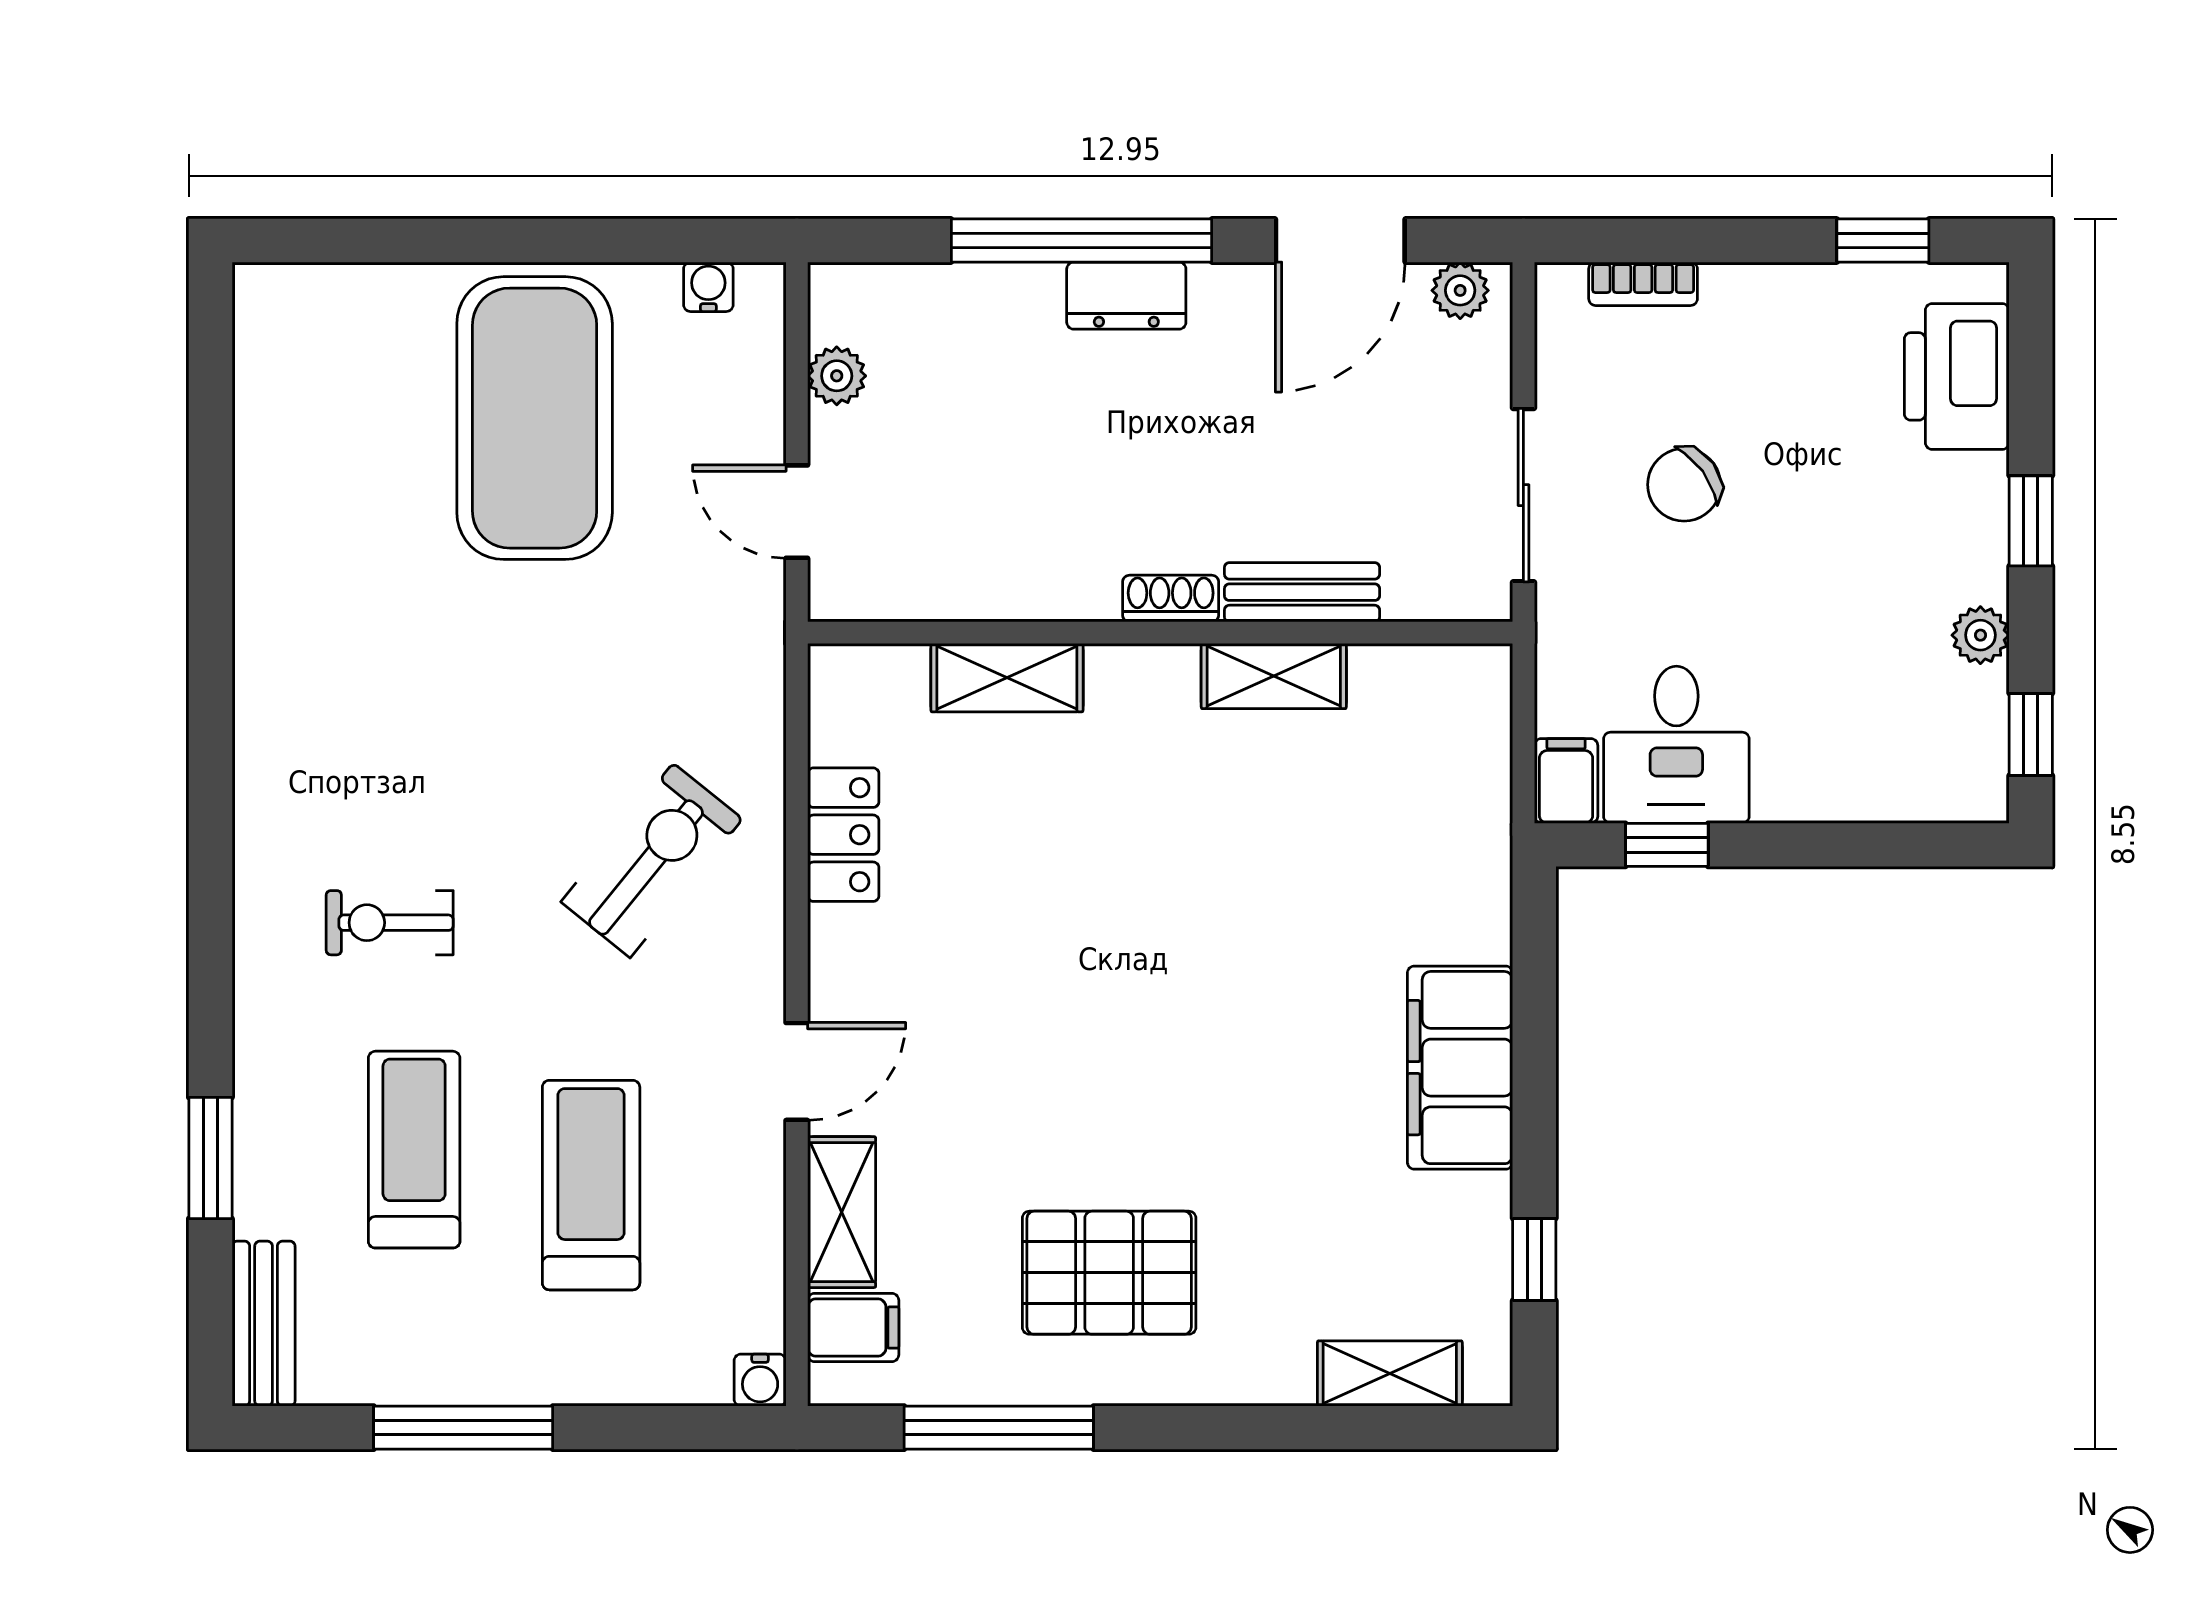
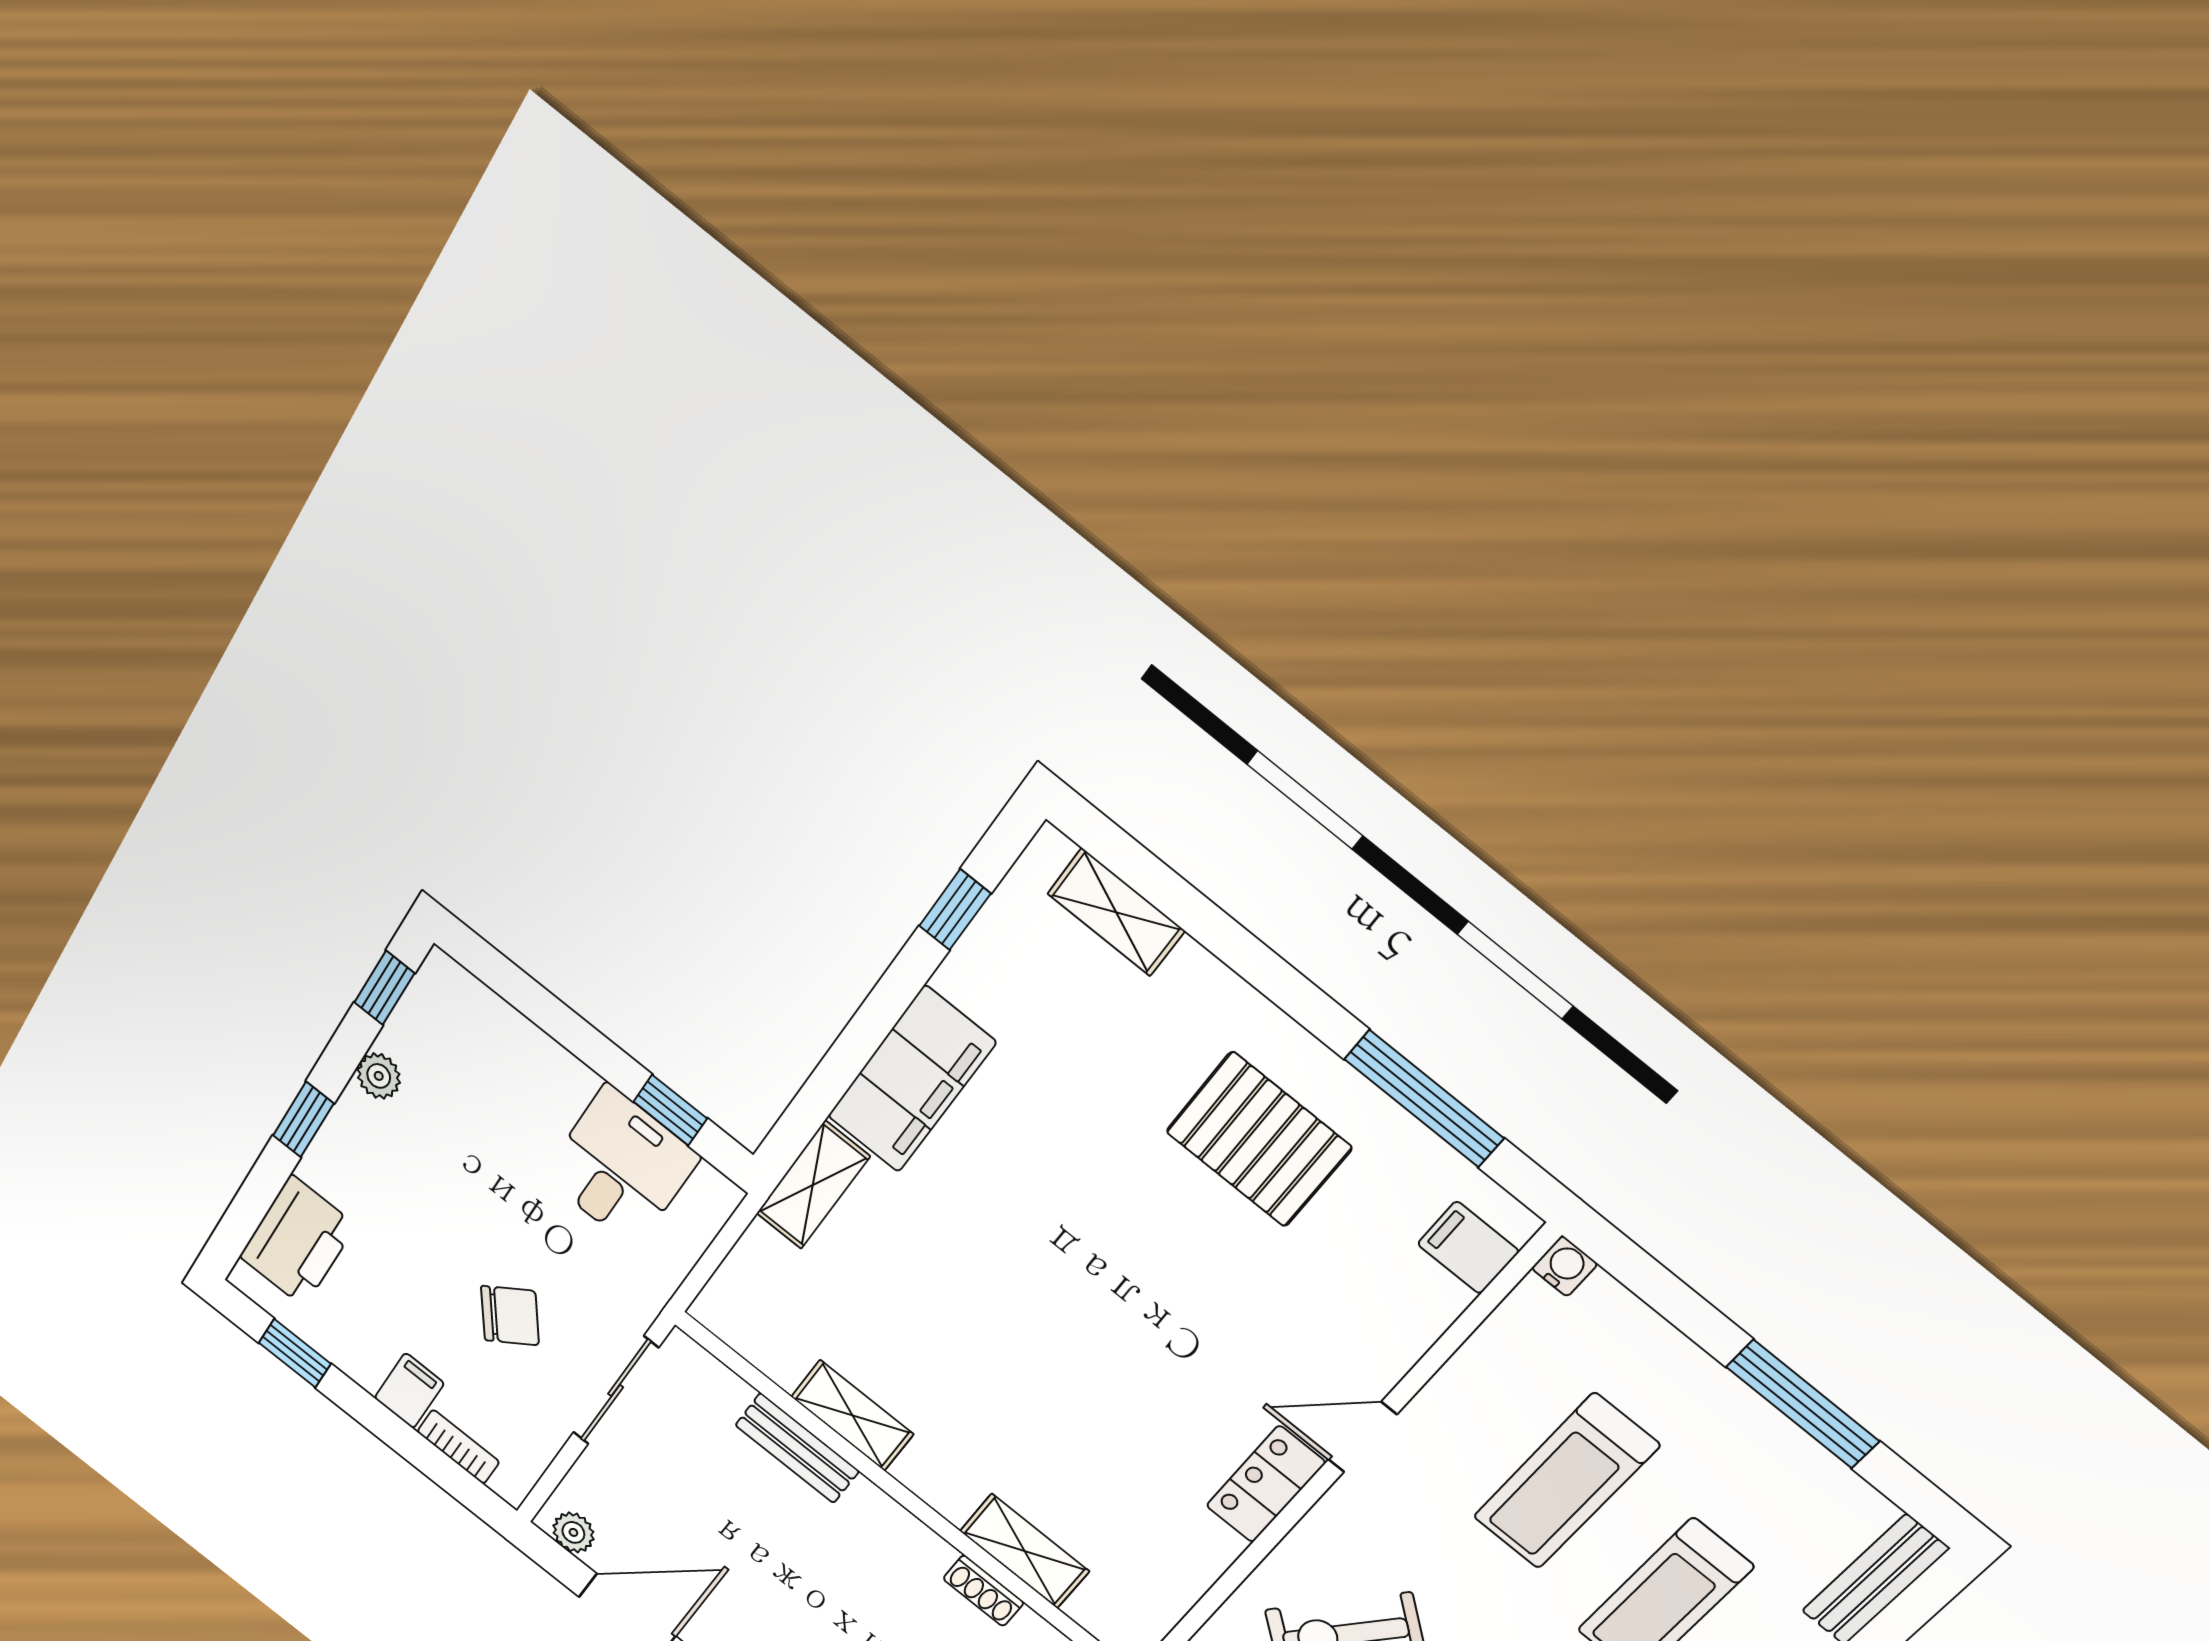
shoe rack: (1171, 599) -> (983, 1591), moved
filing cabinet: (1566, 781) -> (409, 1391), moved, turned 180
locker: (843, 835) -> (1266, 1484), moved
shelving: (842, 1212) -> (813, 1185), moved

